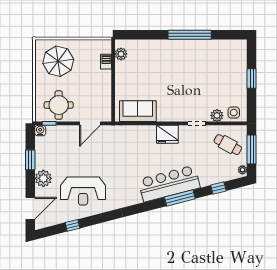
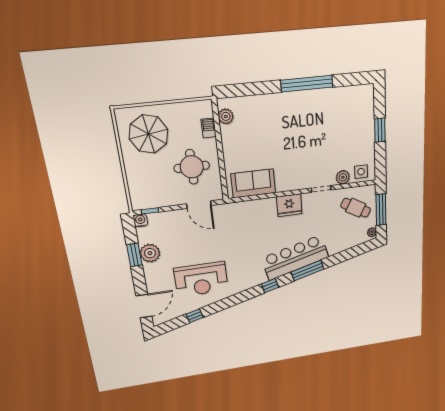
round table: (59, 105) -> (192, 167), moved
door: (90, 123) -> (199, 205), hinge flipped
plant: (43, 178) -> (150, 253), moved
window: (218, 188) -> (270, 286), moved

